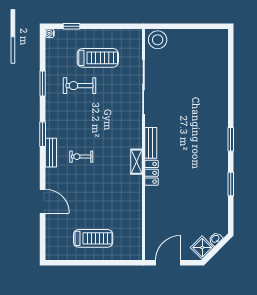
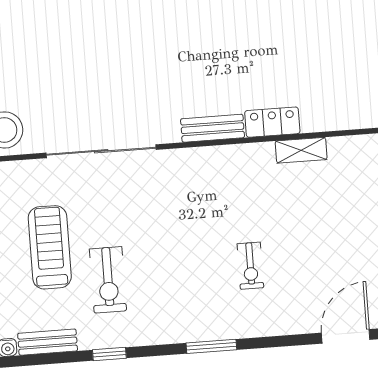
window: (43, 83) -> (109, 354), width x0.67
bench: (51, 153) -> (48, 342), moved
shelving: (136, 162) -> (301, 150), moved

